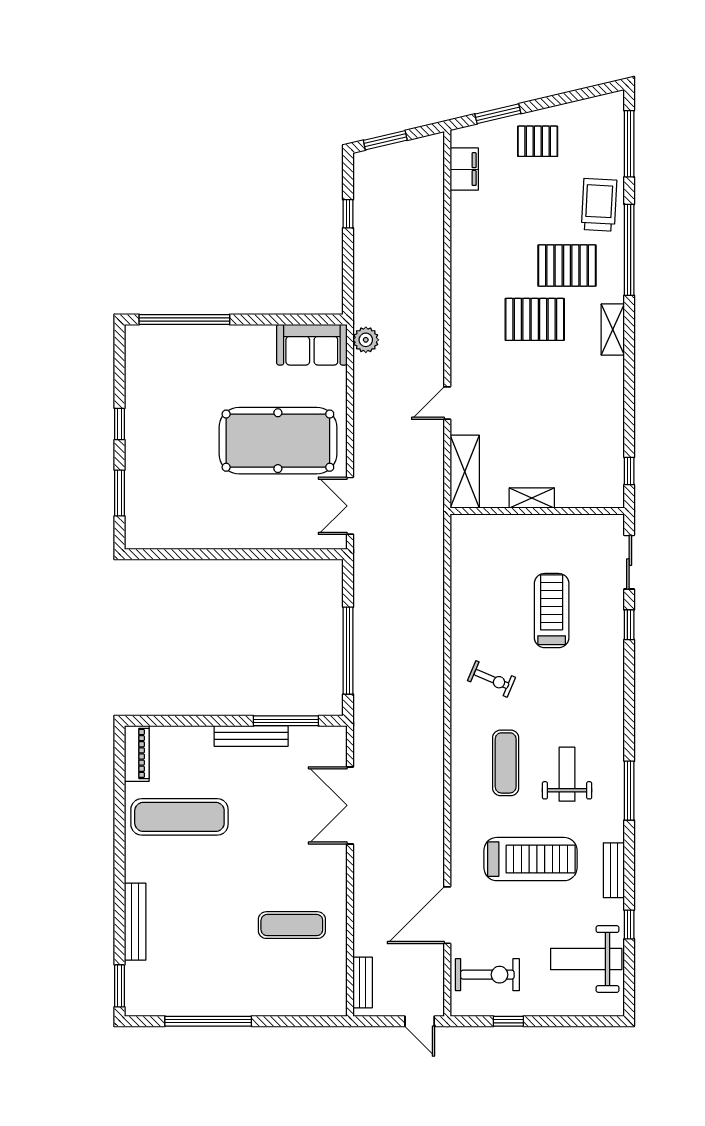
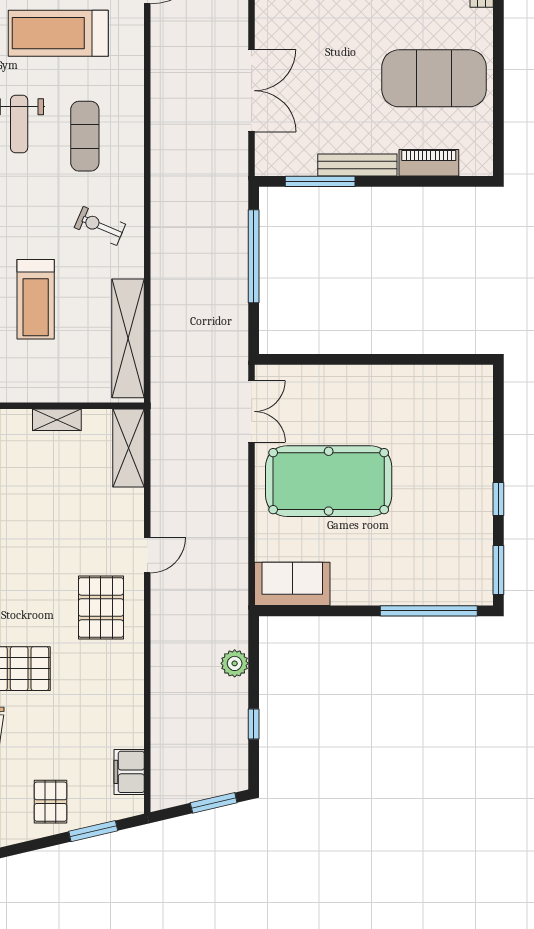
pallet: (538, 141) -> (51, 802), turned 90
pallet: (535, 319) -> (101, 608), moved, turned 90
plant: (366, 340) -> (235, 663), moved
door: (447, 403) -> (147, 555), moved
window: (119, 493) -> (498, 570), moved
shelving: (465, 574) -> (128, 338), added
piano: (137, 753) -> (429, 163), moved, turned 90
exercise mat: (179, 817) -> (434, 78), width x1.47

